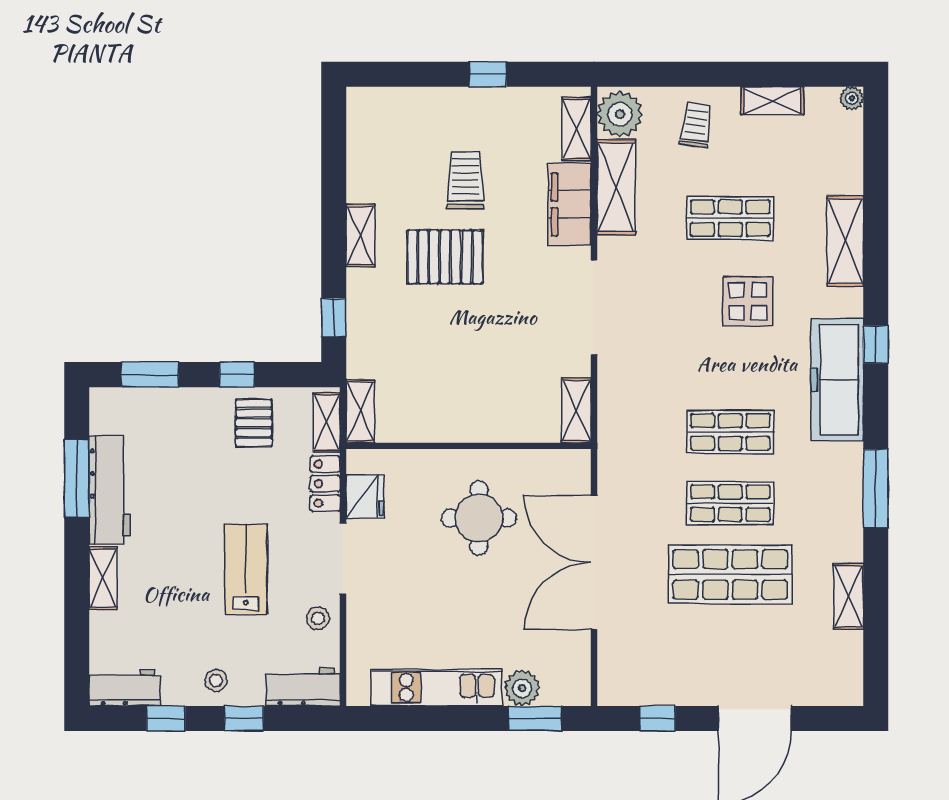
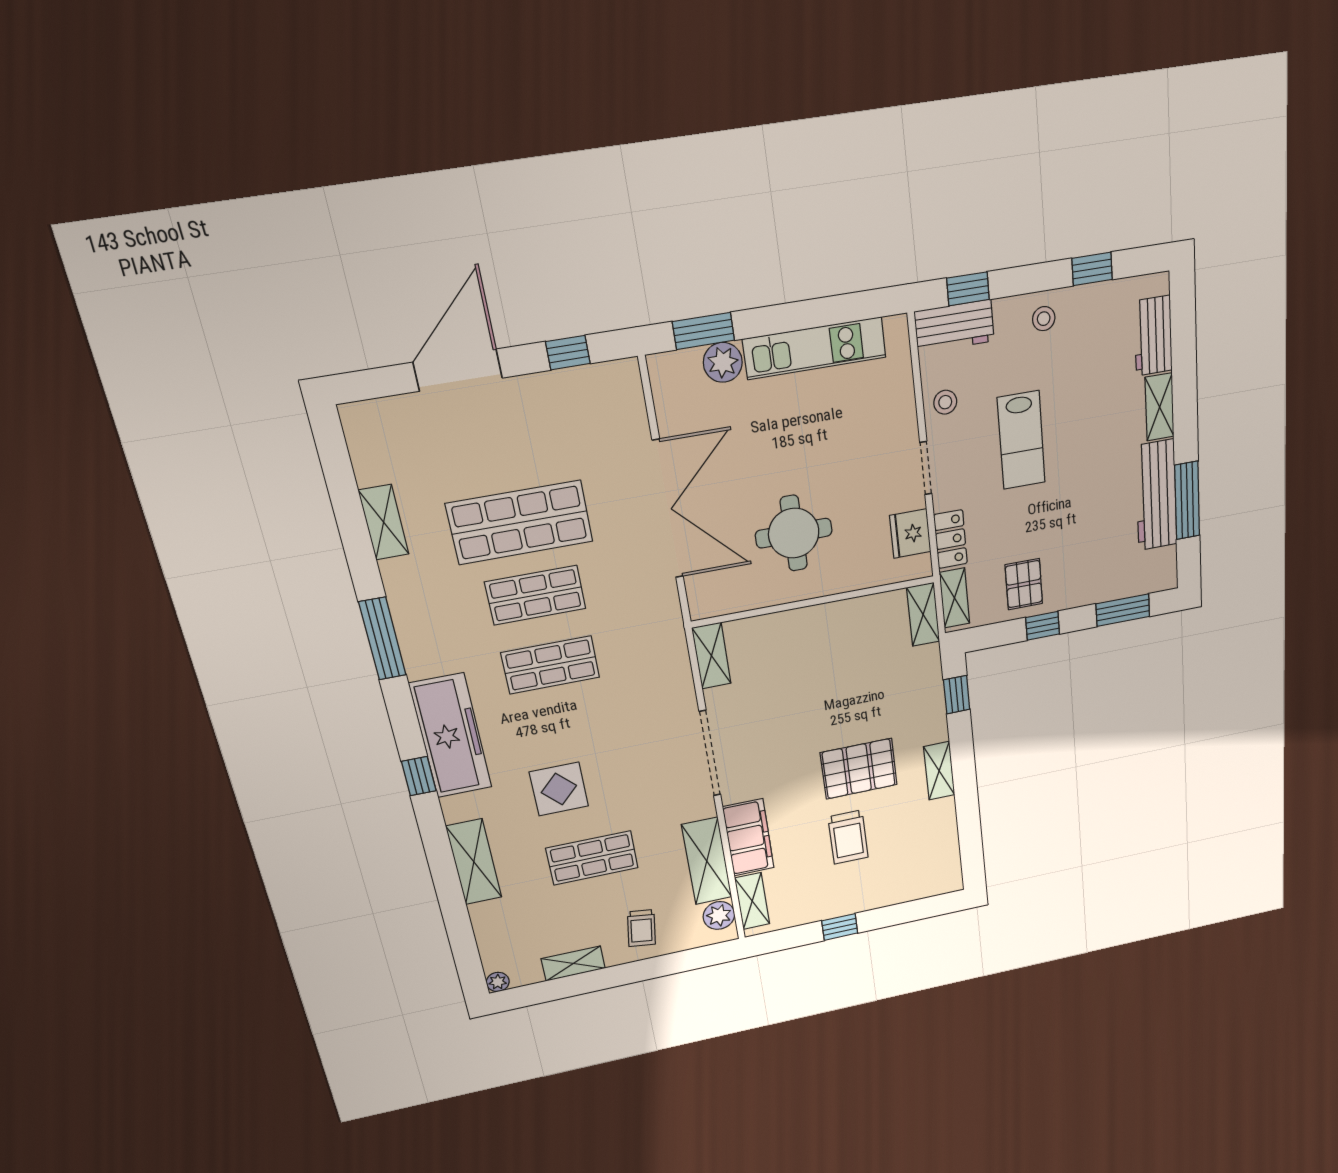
plant: (620, 114) -> (719, 915), width x0.73, depth x0.73
doorway: (343, 558) -> (926, 468), width x0.73
workbench: (125, 688) -> (1153, 336), moved, turned 90
window: (244, 718) -> (968, 289), moved

